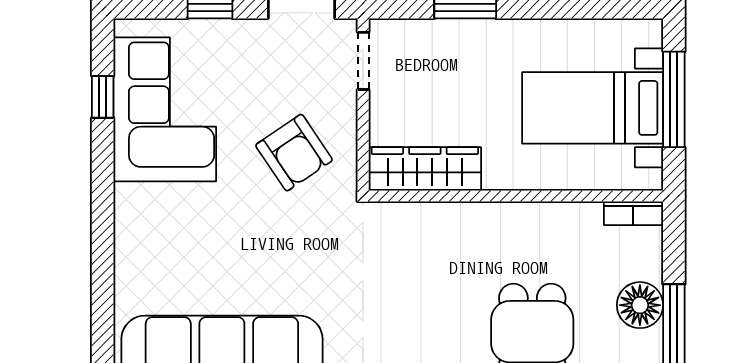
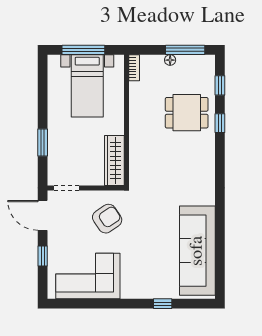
window: (103, 97) -> (163, 304), moved
floor lamp: (640, 305) -> (170, 60), width x0.53, depth x0.53

